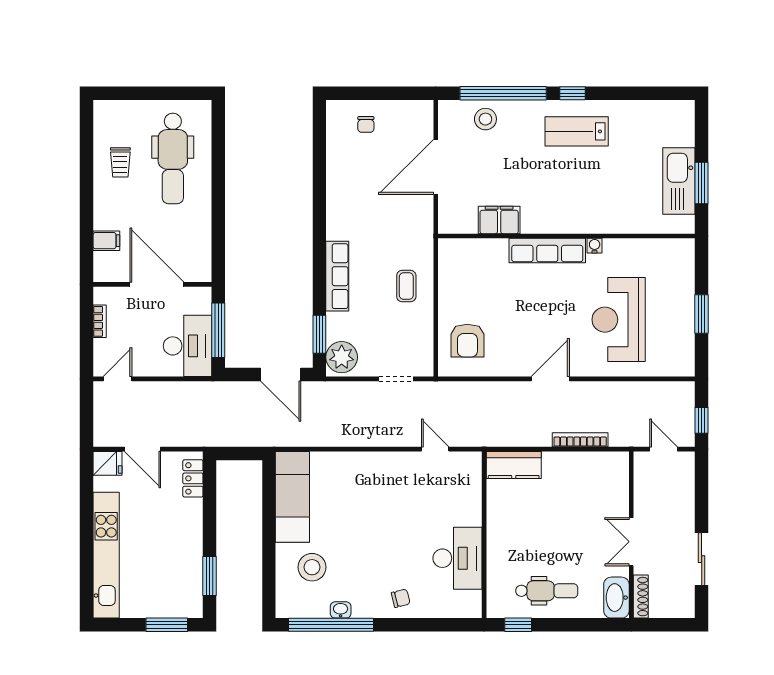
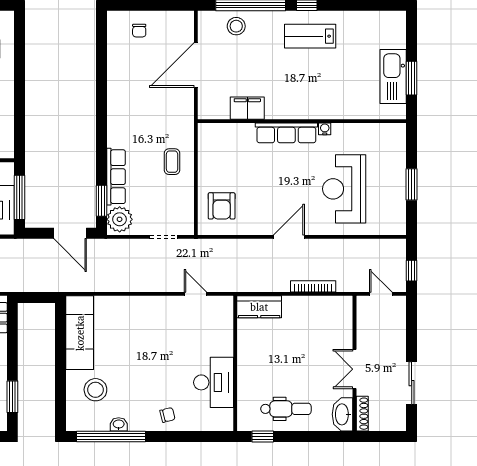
row of seats: (337, 276) -> (116, 177), moved

